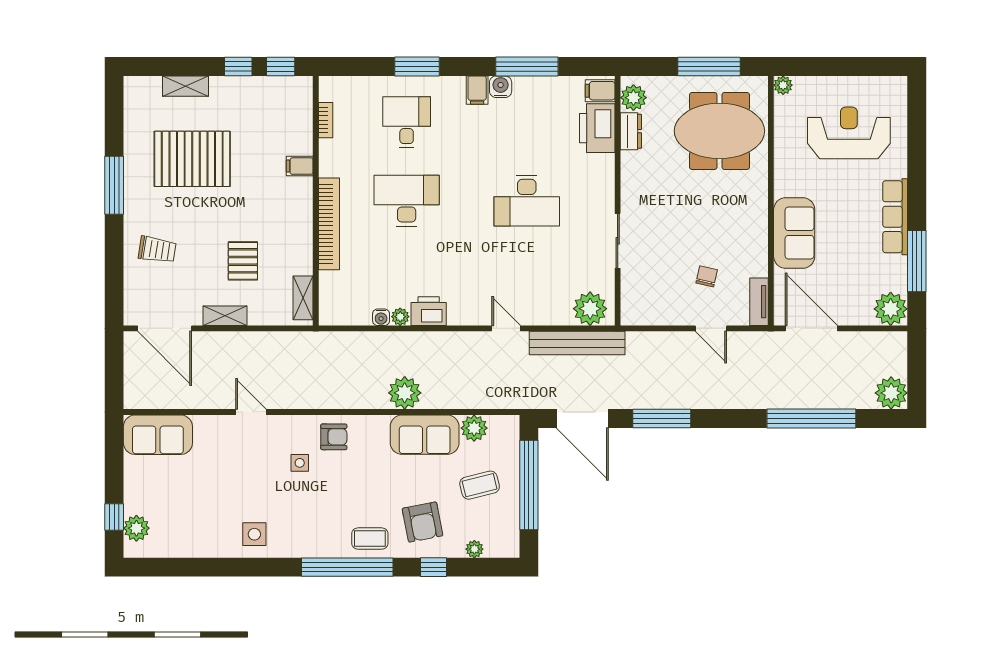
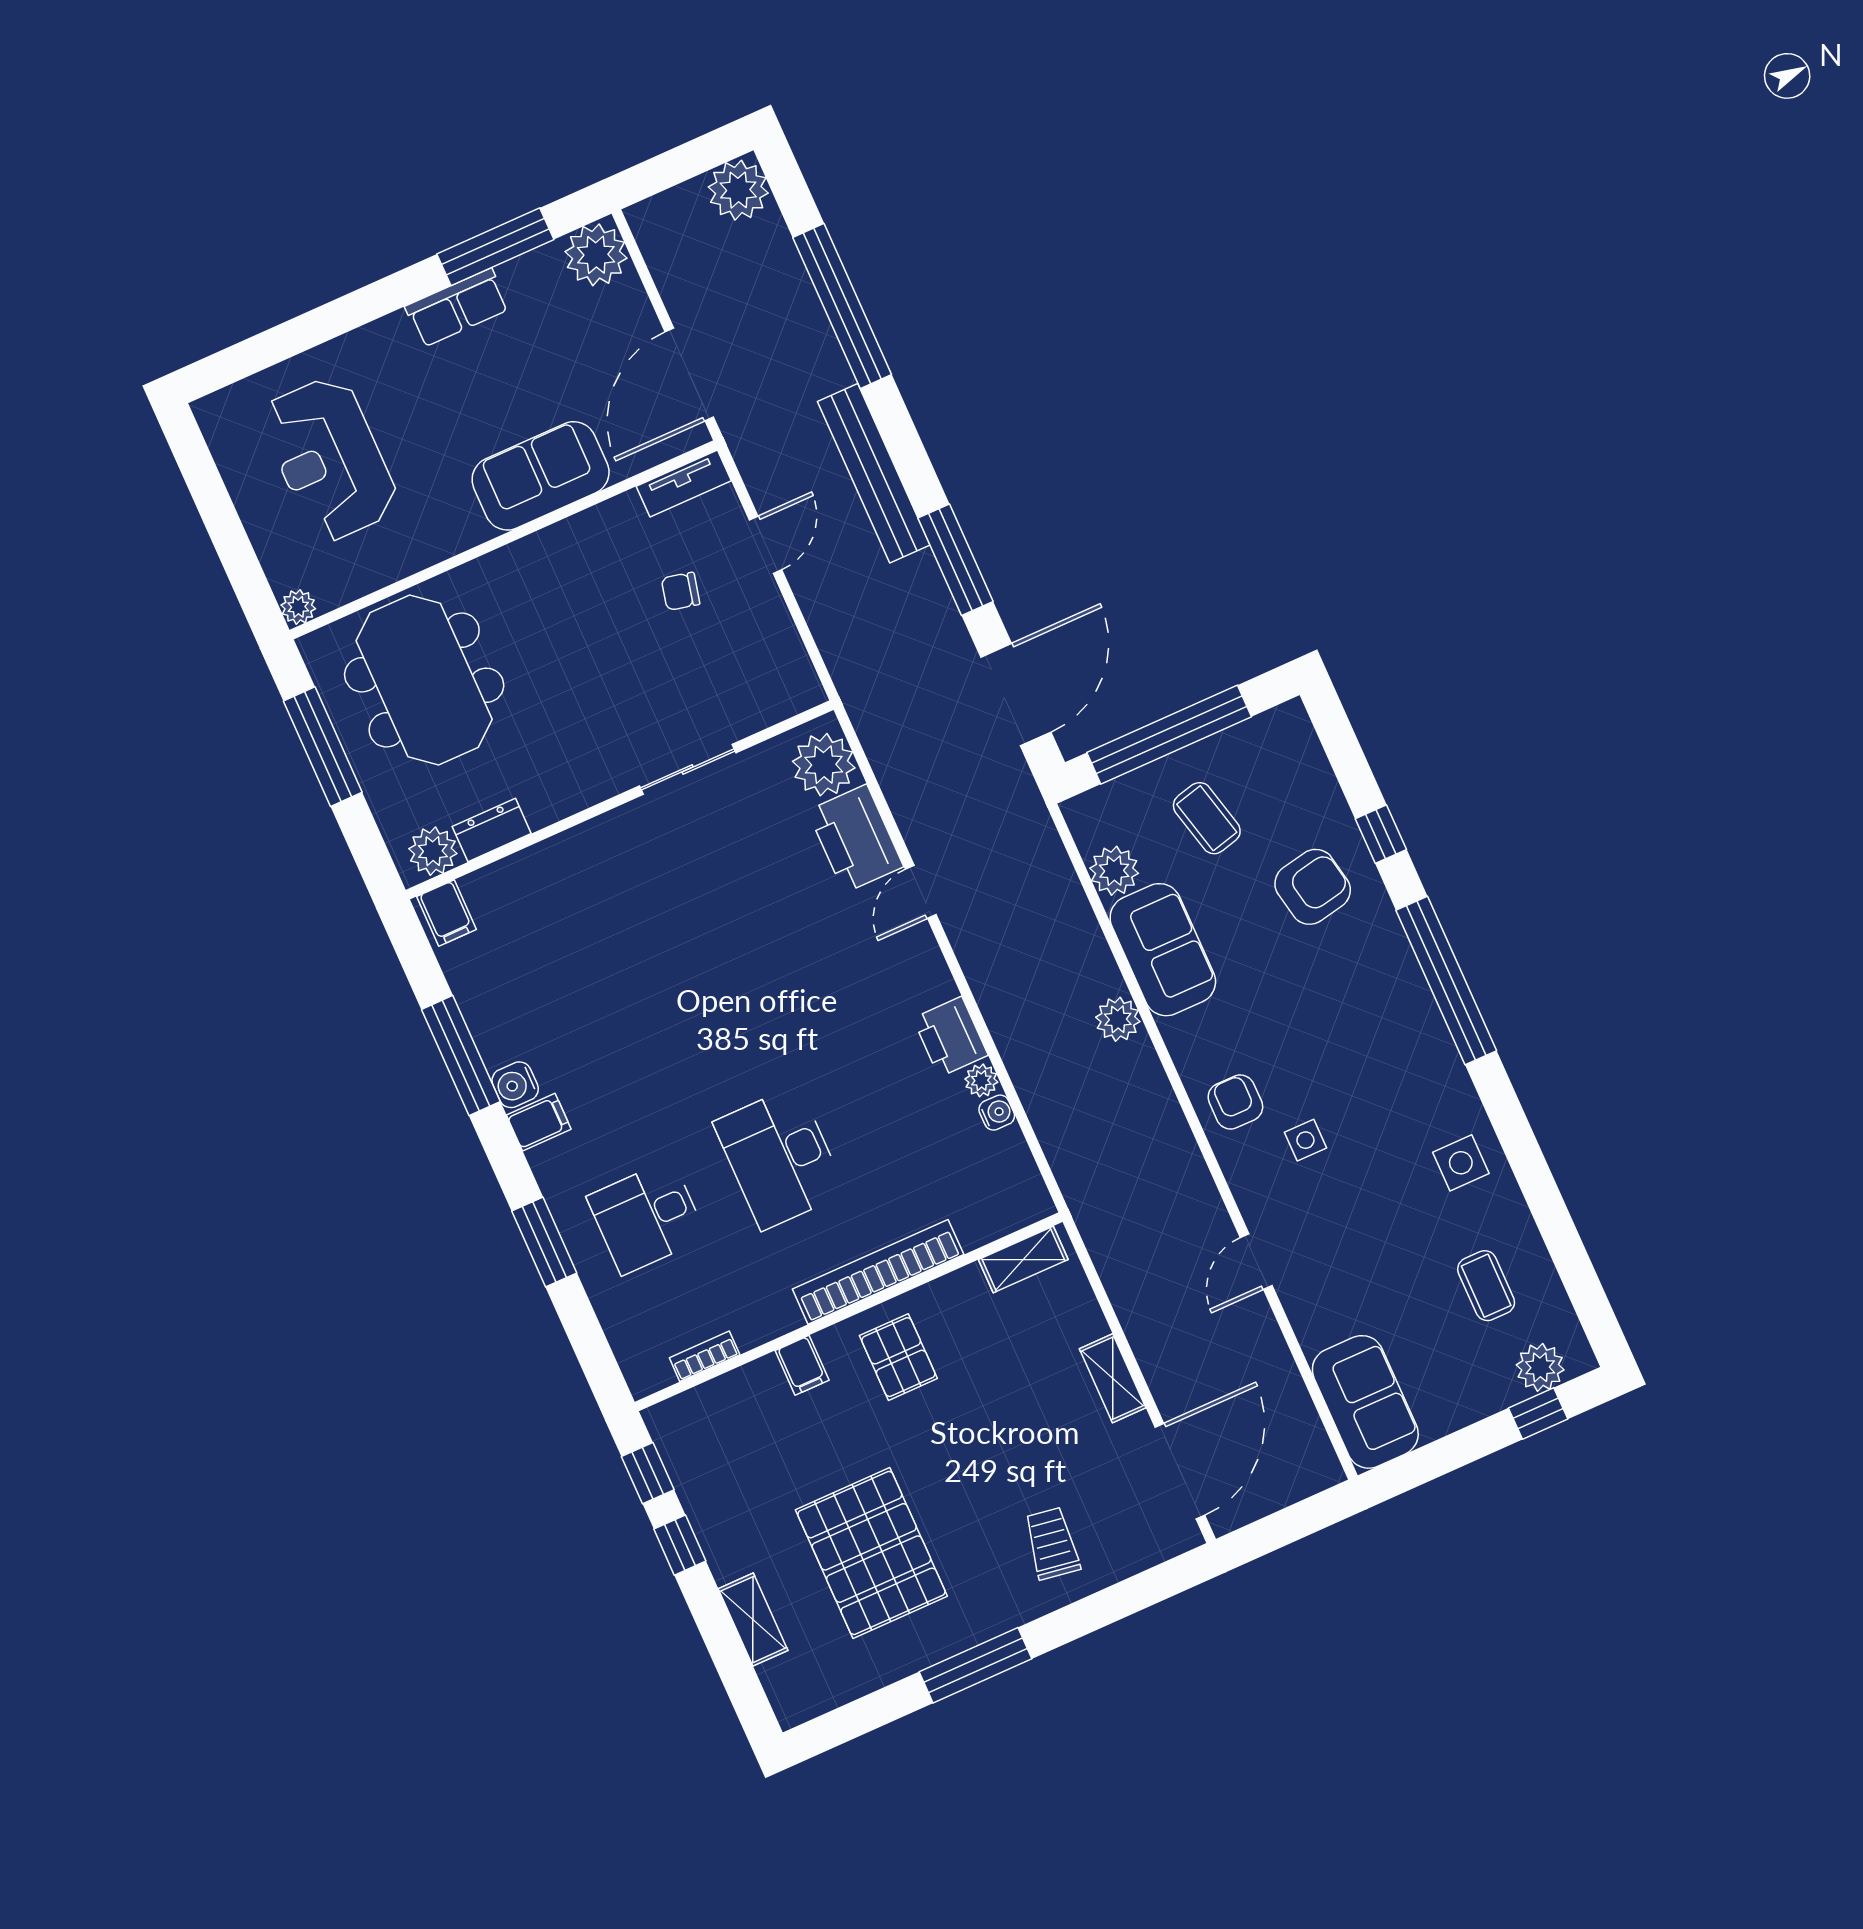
printer: (597, 128) -> (855, 839), moved, turned 90
desk: (527, 201) -> (689, 954), removed
row of seats: (895, 217) -> (457, 308), width x0.68
pallet: (243, 261) -> (898, 1357), moved, turned 90
bench: (577, 343) -> (874, 473), moved
plant: (405, 393) -> (1118, 1019), width x0.73, depth x0.73
coffee table: (370, 539) -> (1486, 1286), moved
plant: (474, 549) -> (1319, 778), removed

